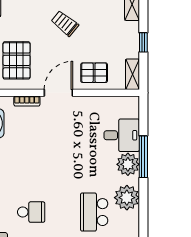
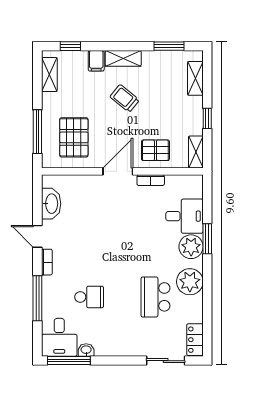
bookcase: (27, 101) -> (151, 180), moved
window: (143, 157) -> (207, 239), width x0.69

